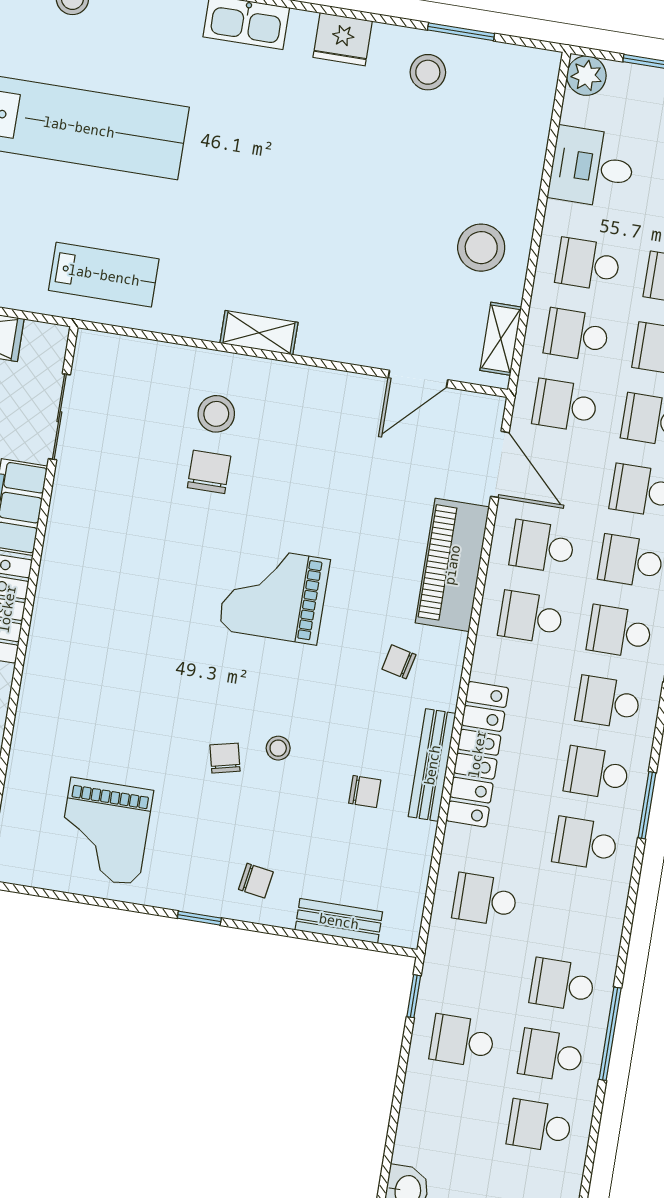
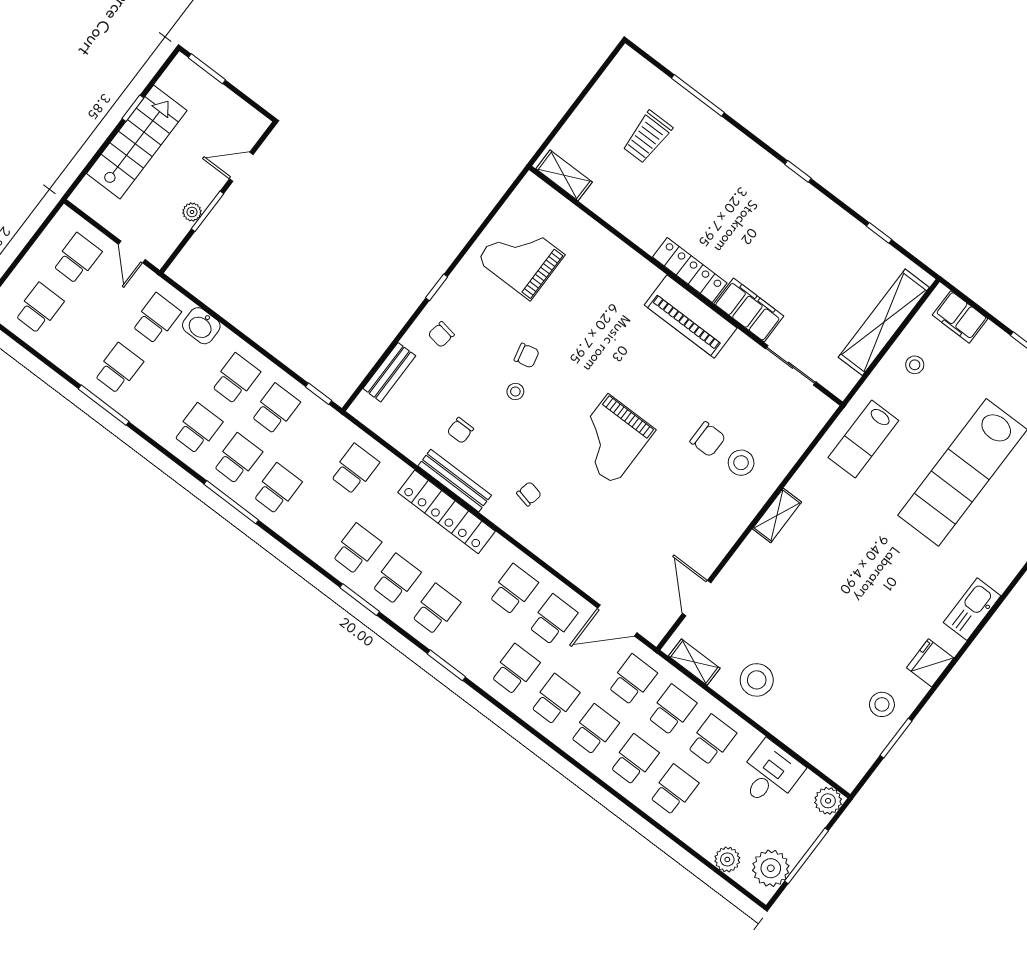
piano: (452, 565) -> (691, 317), moved, turned 180
grand piano: (274, 594) -> (611, 439), turned 180
school desk: (619, 632) -> (236, 379), moved

